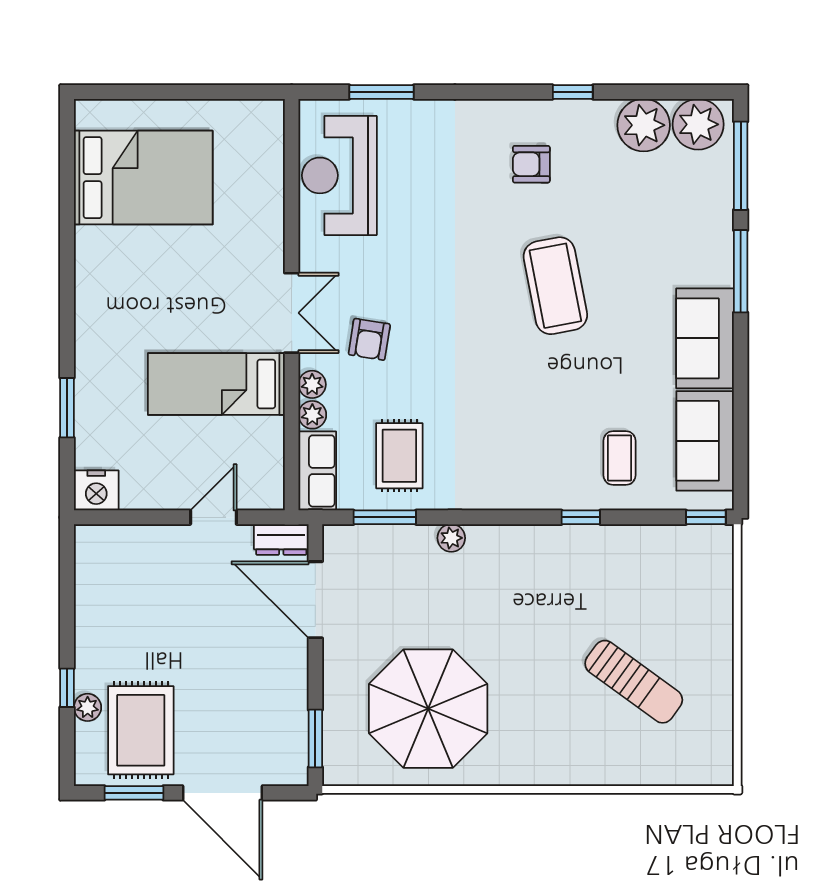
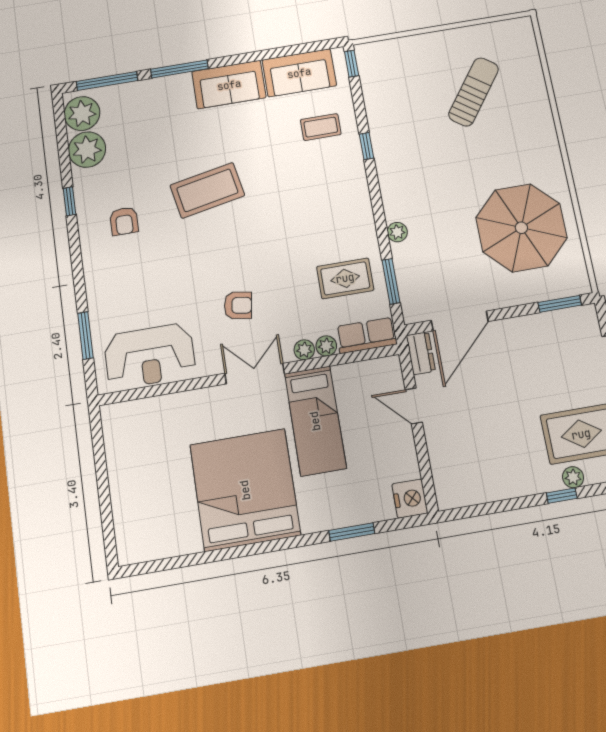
bed: (143, 178) -> (245, 490), moved, width x1.36
armchair: (369, 339) -> (238, 305), moved

